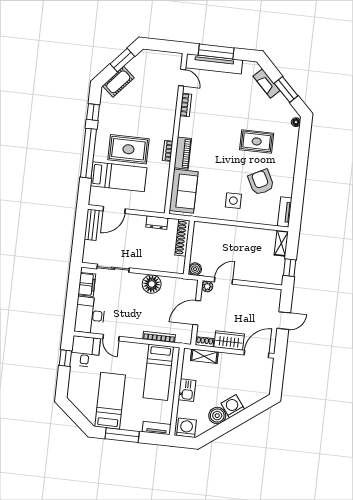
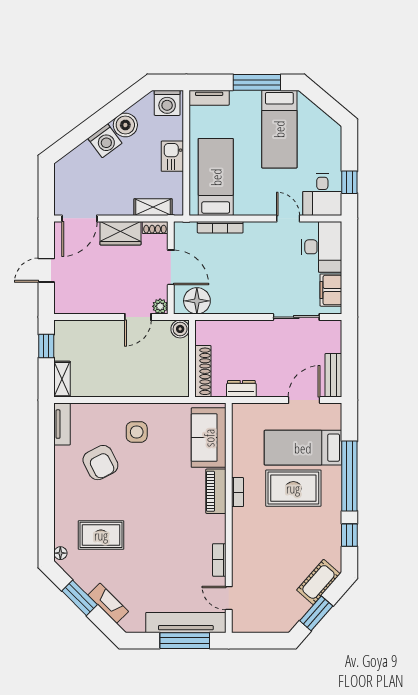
rug: (257, 141) -> (101, 535), moved
floor lamp: (152, 284) -> (197, 301), moved
door: (197, 313) -> (171, 267), hinge flipped

